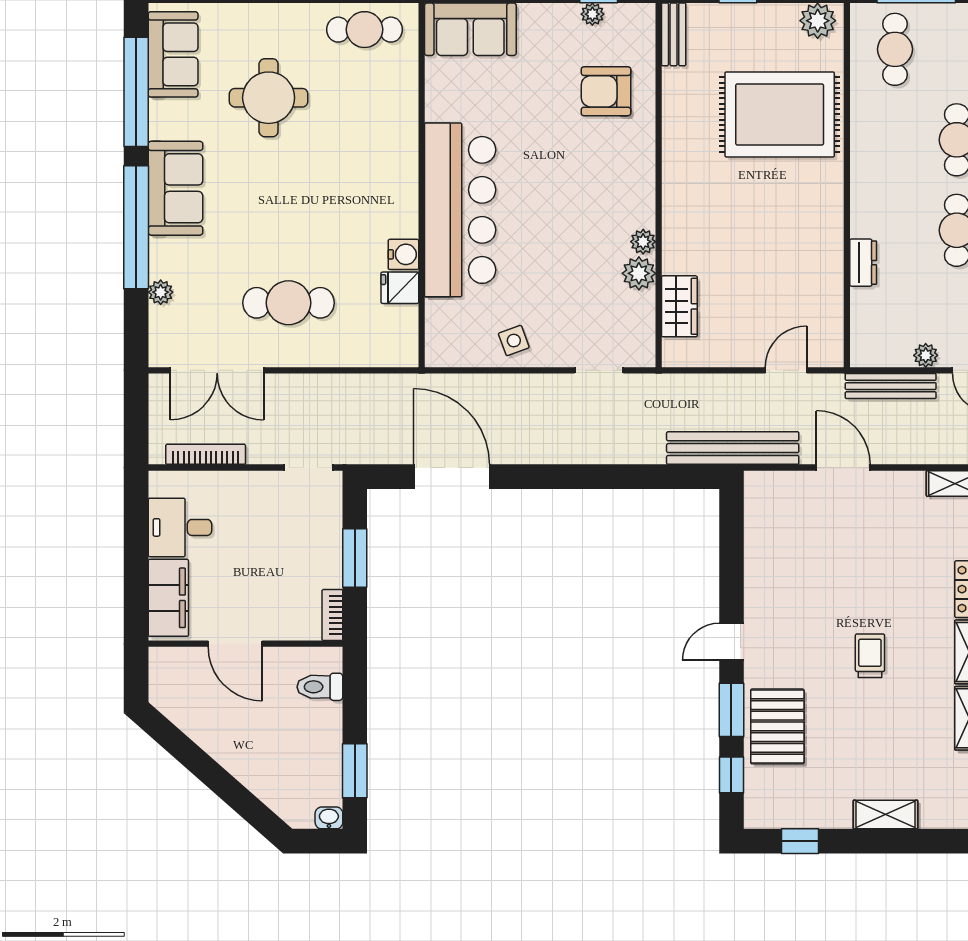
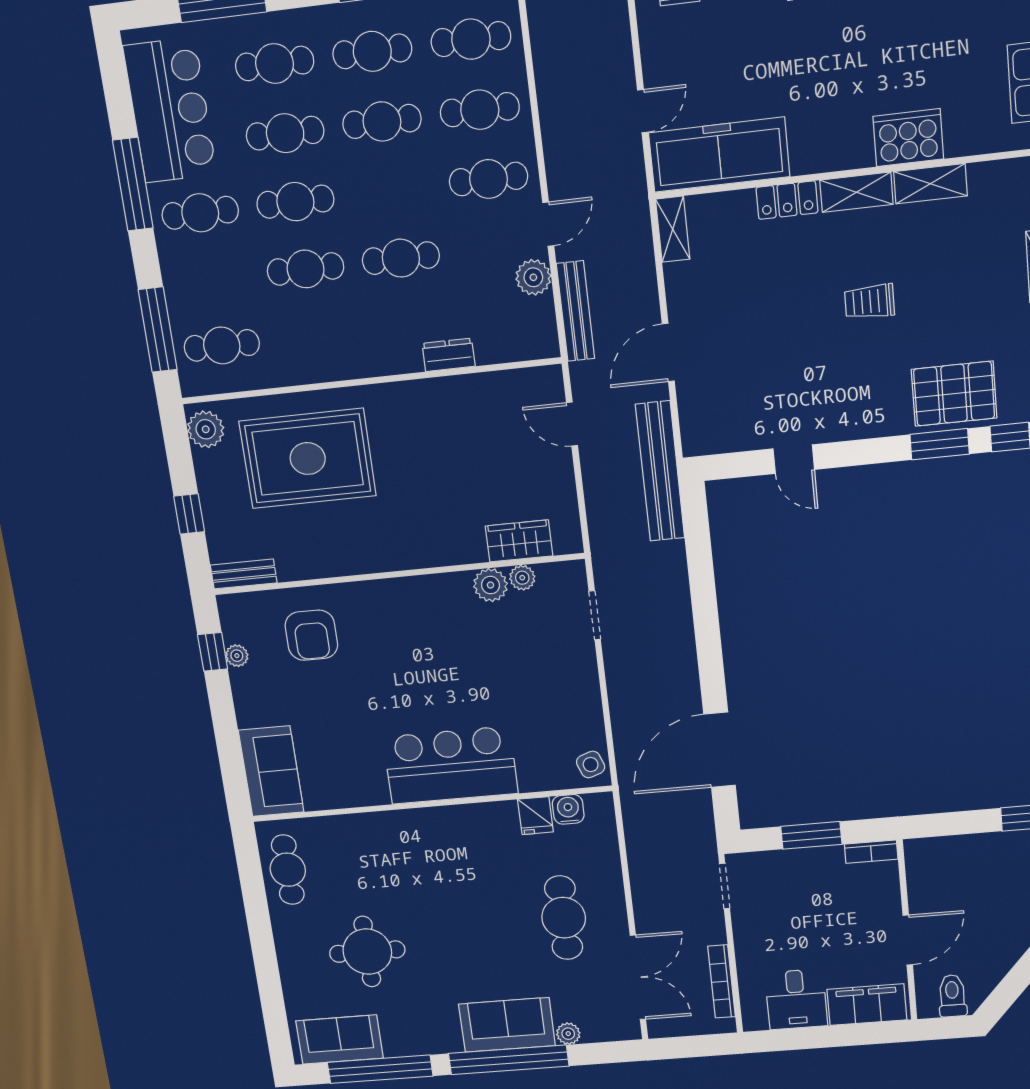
rug: (780, 114) -> (308, 458), turned 90
sofa: (175, 188) -> (507, 1025), moved
bar counter: (460, 210) -> (450, 765), width x0.73
plant: (643, 242) -> (522, 578), moved
water cooler: (403, 254) -> (568, 809), moved
side table: (514, 341) -> (591, 765), moved
plant: (926, 355) -> (533, 277), width x1.38, depth x1.38
door: (731, 642) -> (794, 459), moved
toilet: (320, 687) -> (952, 996), moved, turned 180

